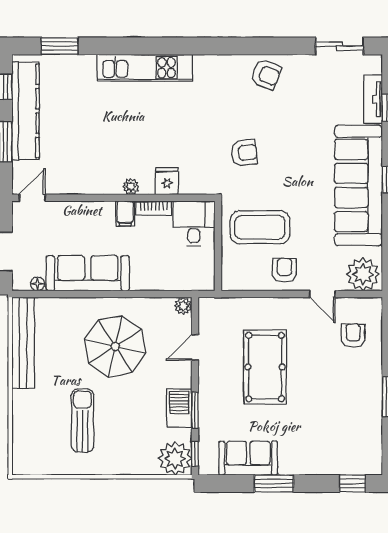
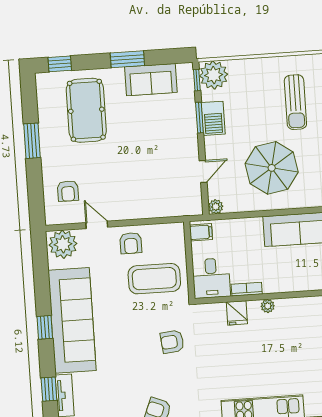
filing cabinet: (125, 214) -> (201, 232), moved, turned 90
pool table: (265, 367) -> (86, 110), moved

